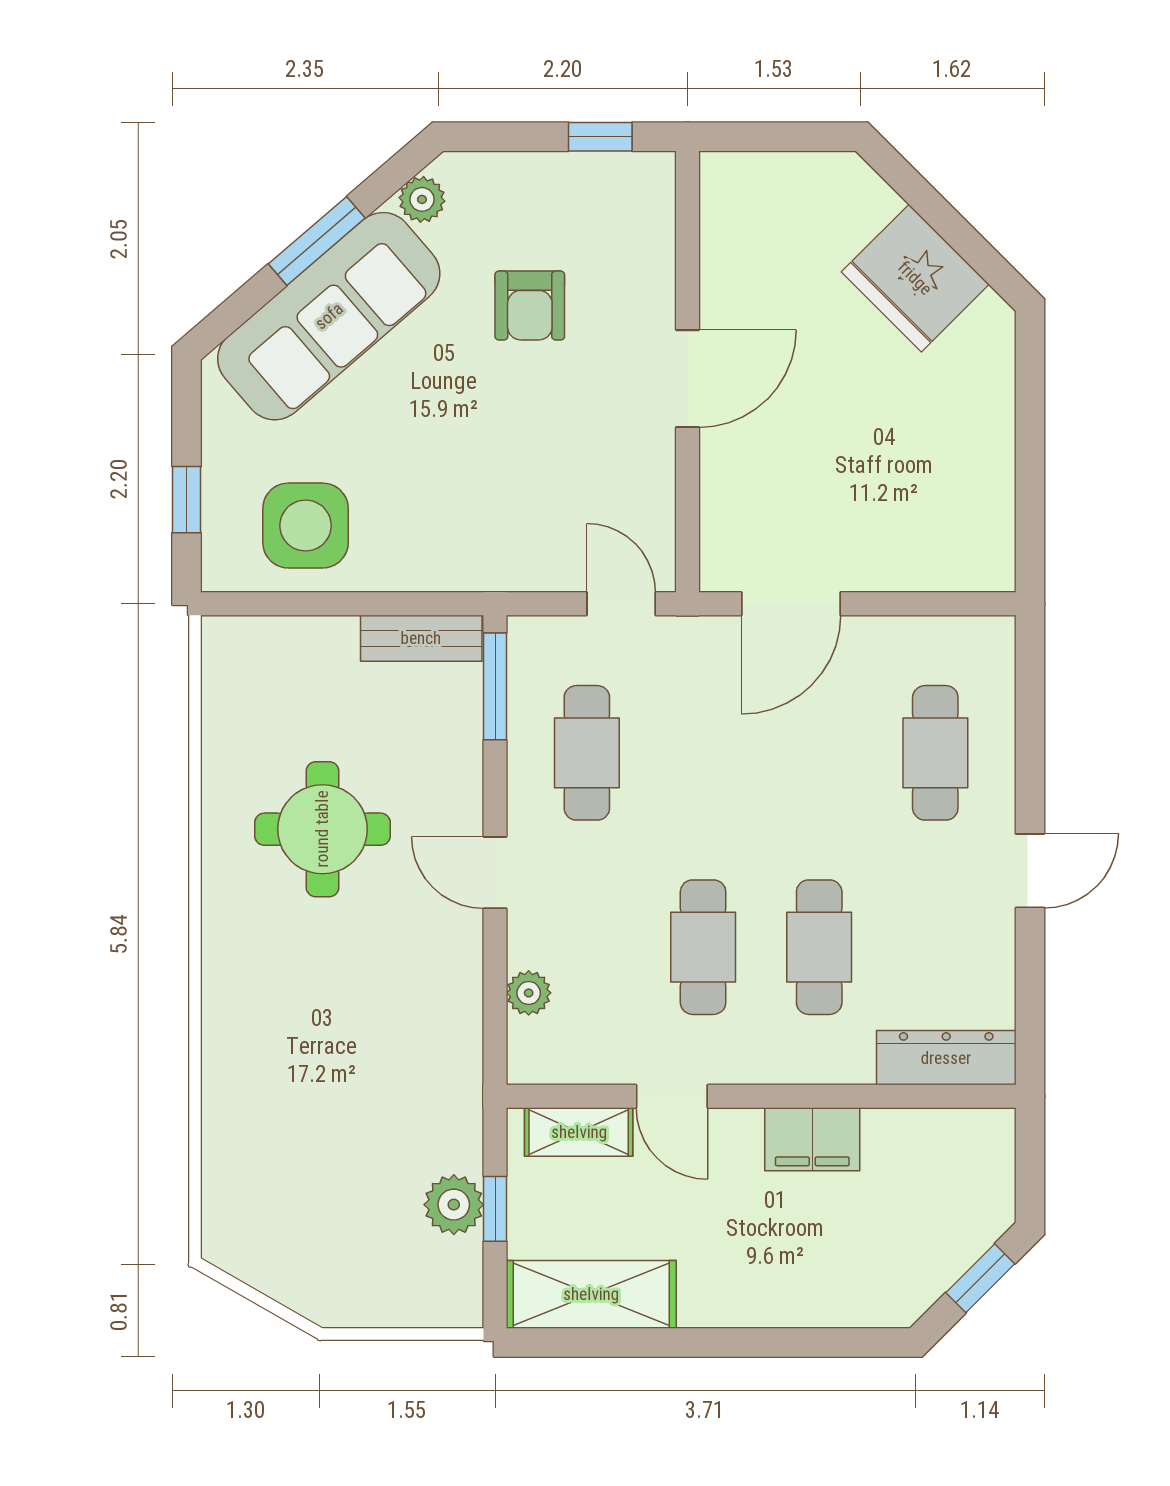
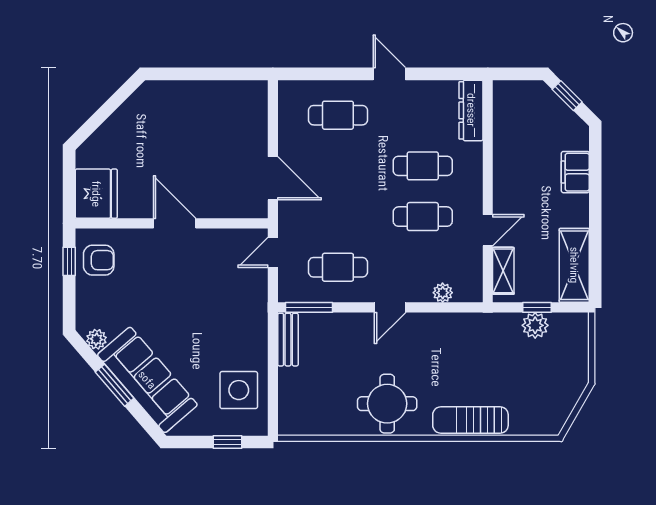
fridge: (915, 278) -> (96, 194), moved, turned -45
armchair: (530, 306) -> (99, 260), moved
round table: (322, 829) -> (387, 404), moved
sun lounger: (237, 1057) -> (470, 420), added
filing cabinet: (812, 1139) -> (575, 172), moved, turned 180

